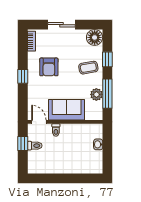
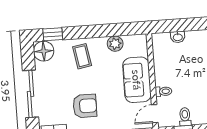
sliding door: (61, 25) -> (31, 94), width x1.37
window: (107, 59) -> (53, 34), moved
window: (107, 94) -> (113, 30), removed

